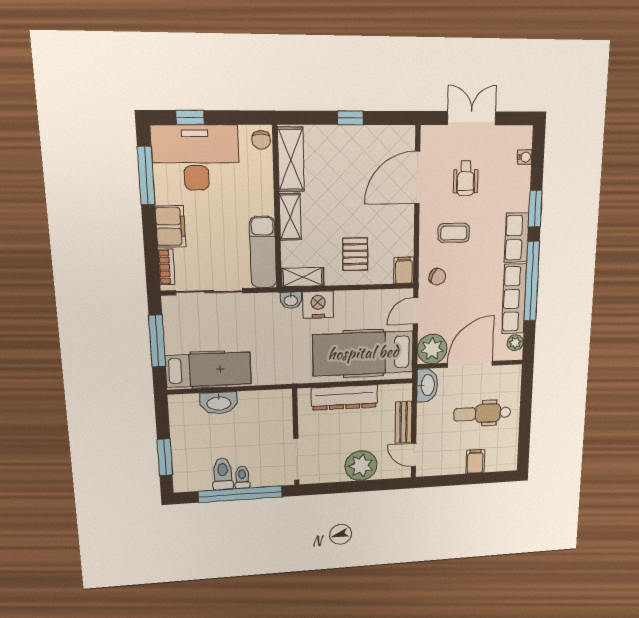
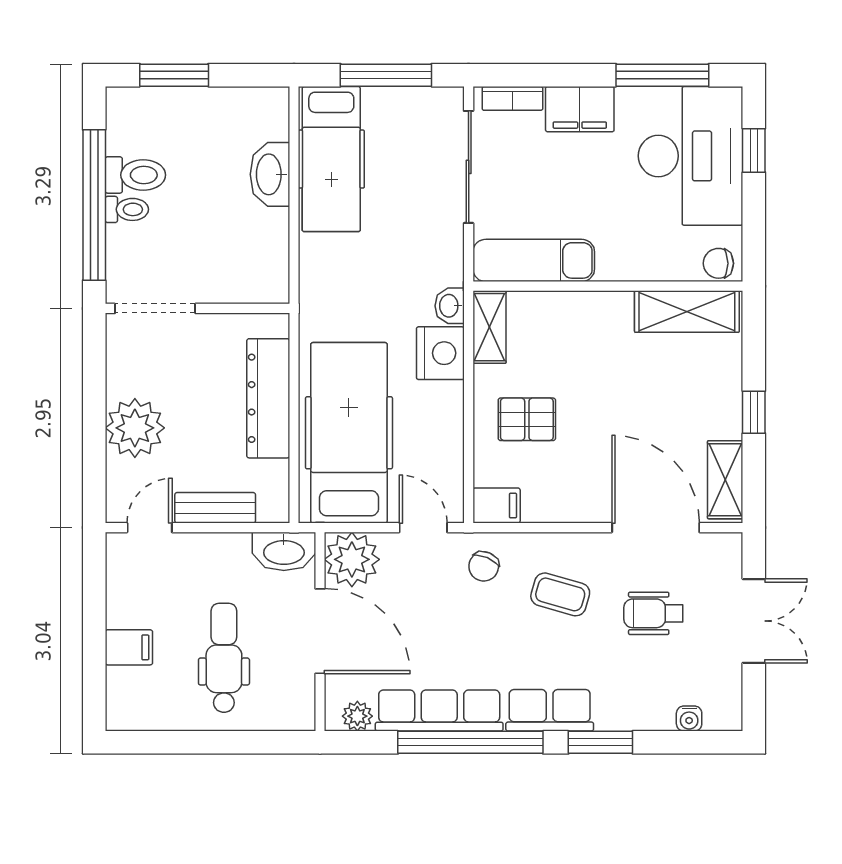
shelving: (290, 217) -> (725, 480), moved, turned 90
coffee table: (454, 233) -> (560, 594), turned -74

